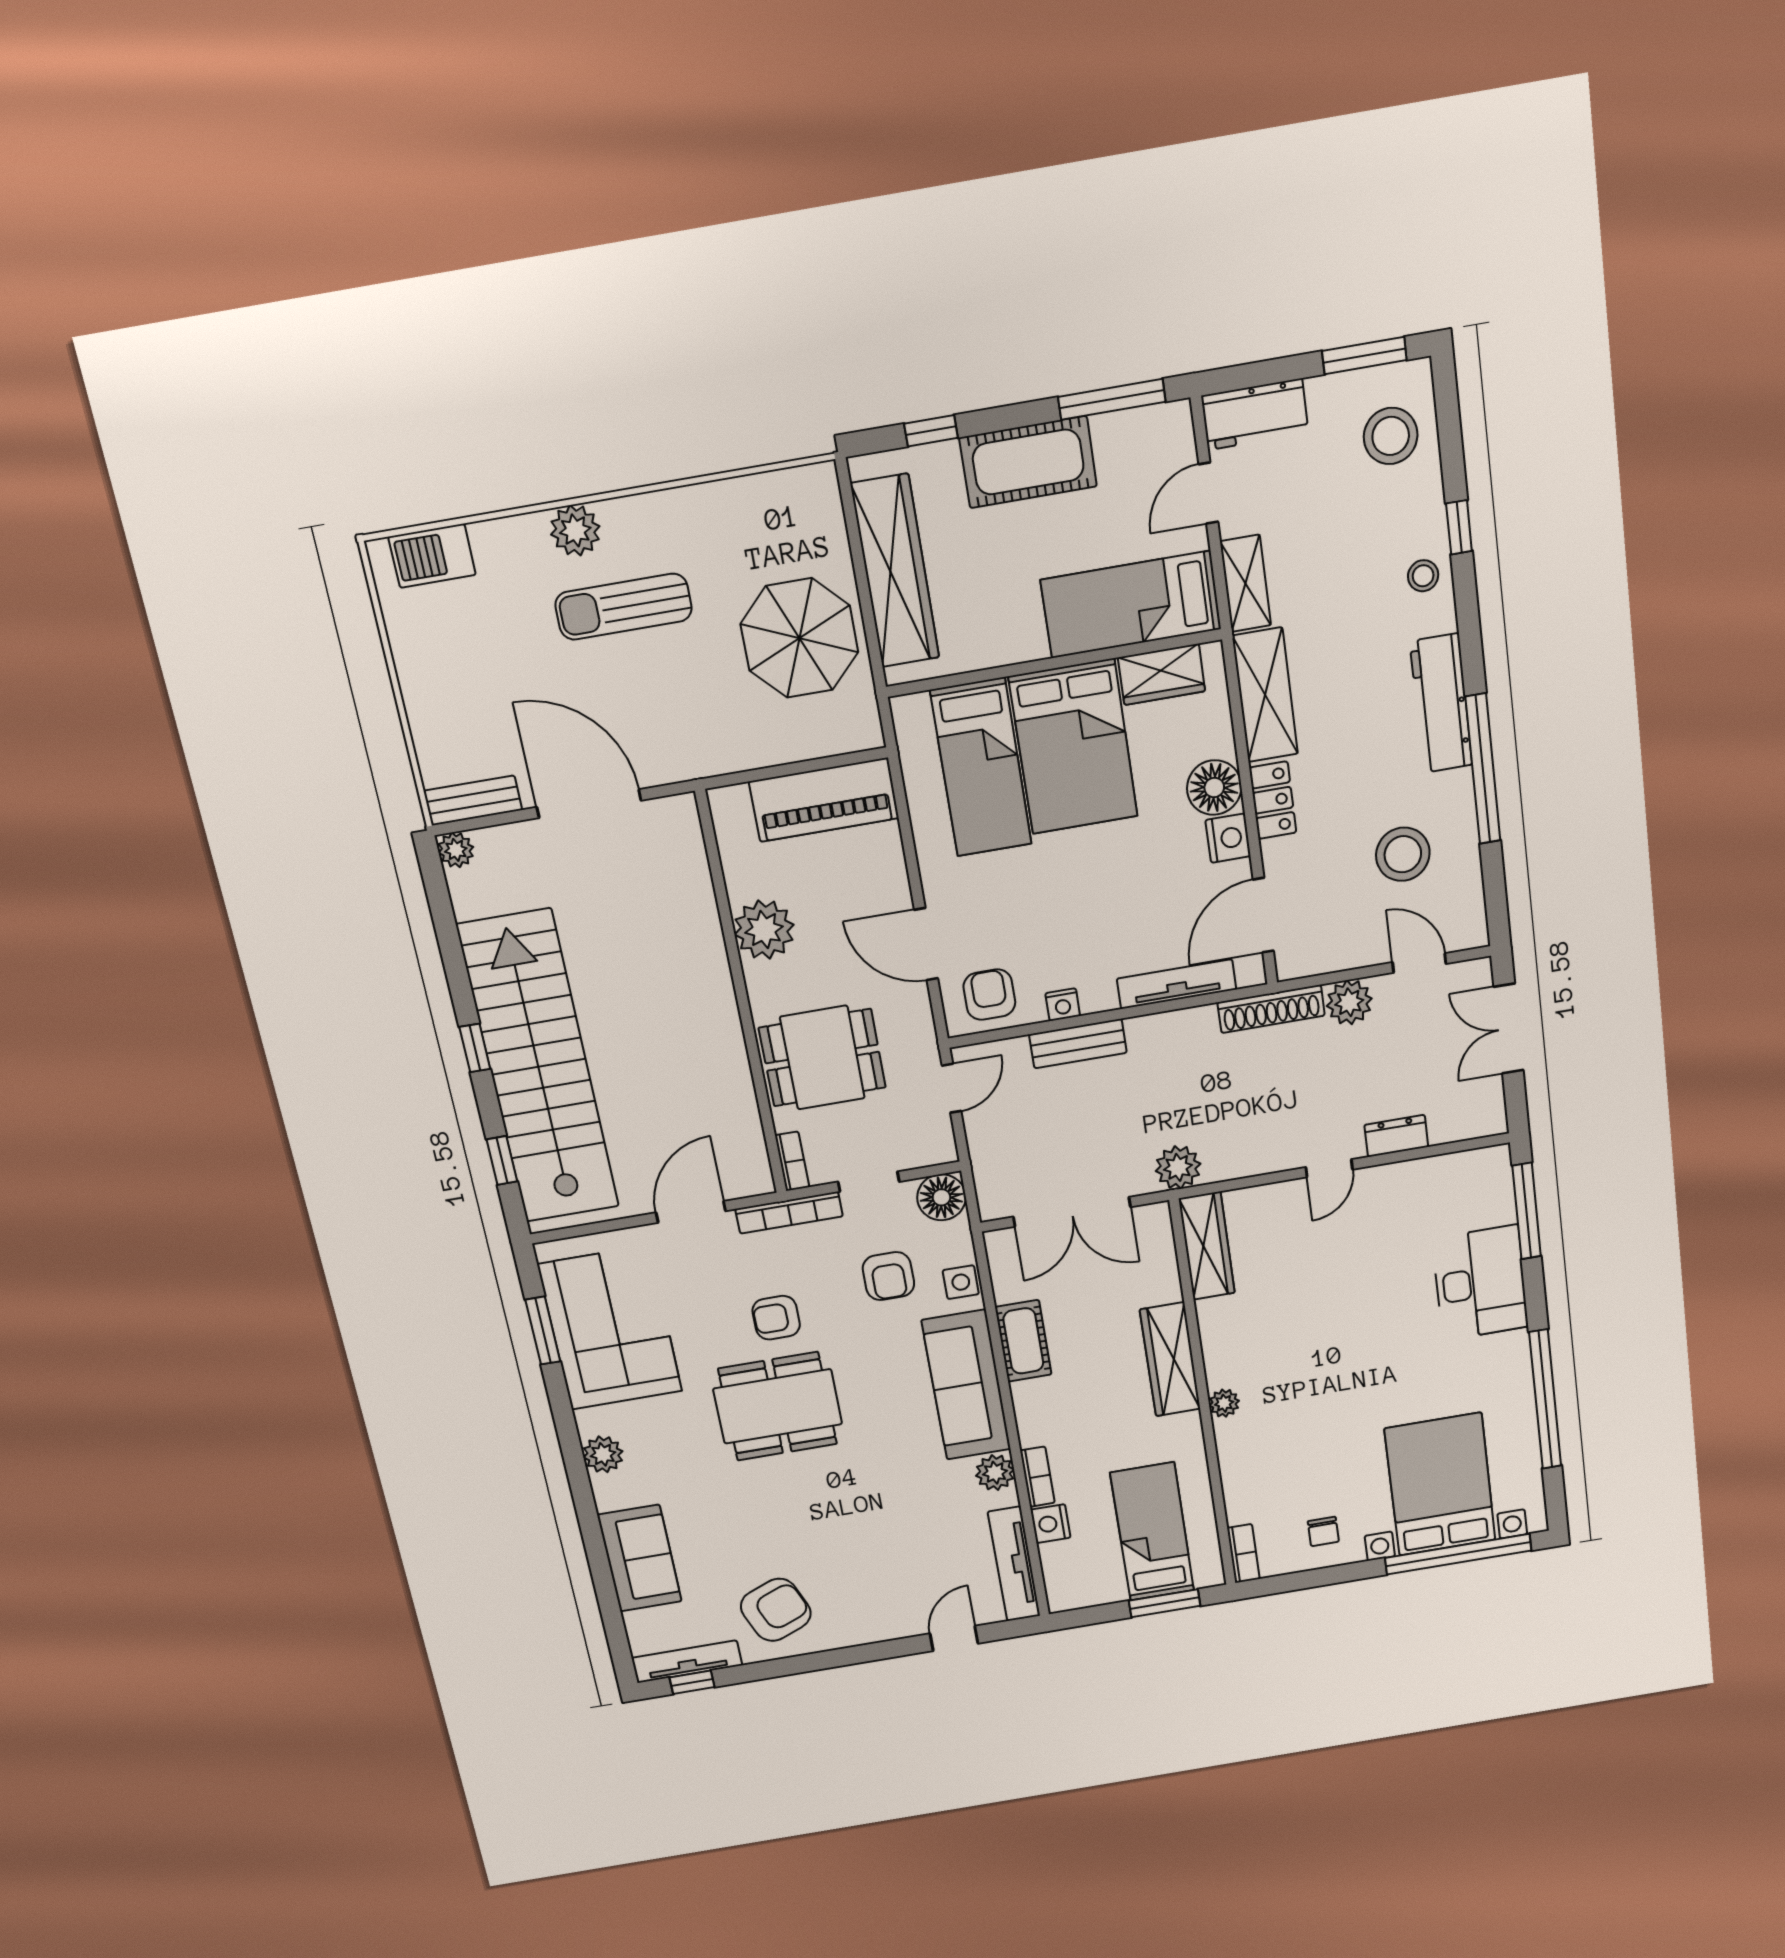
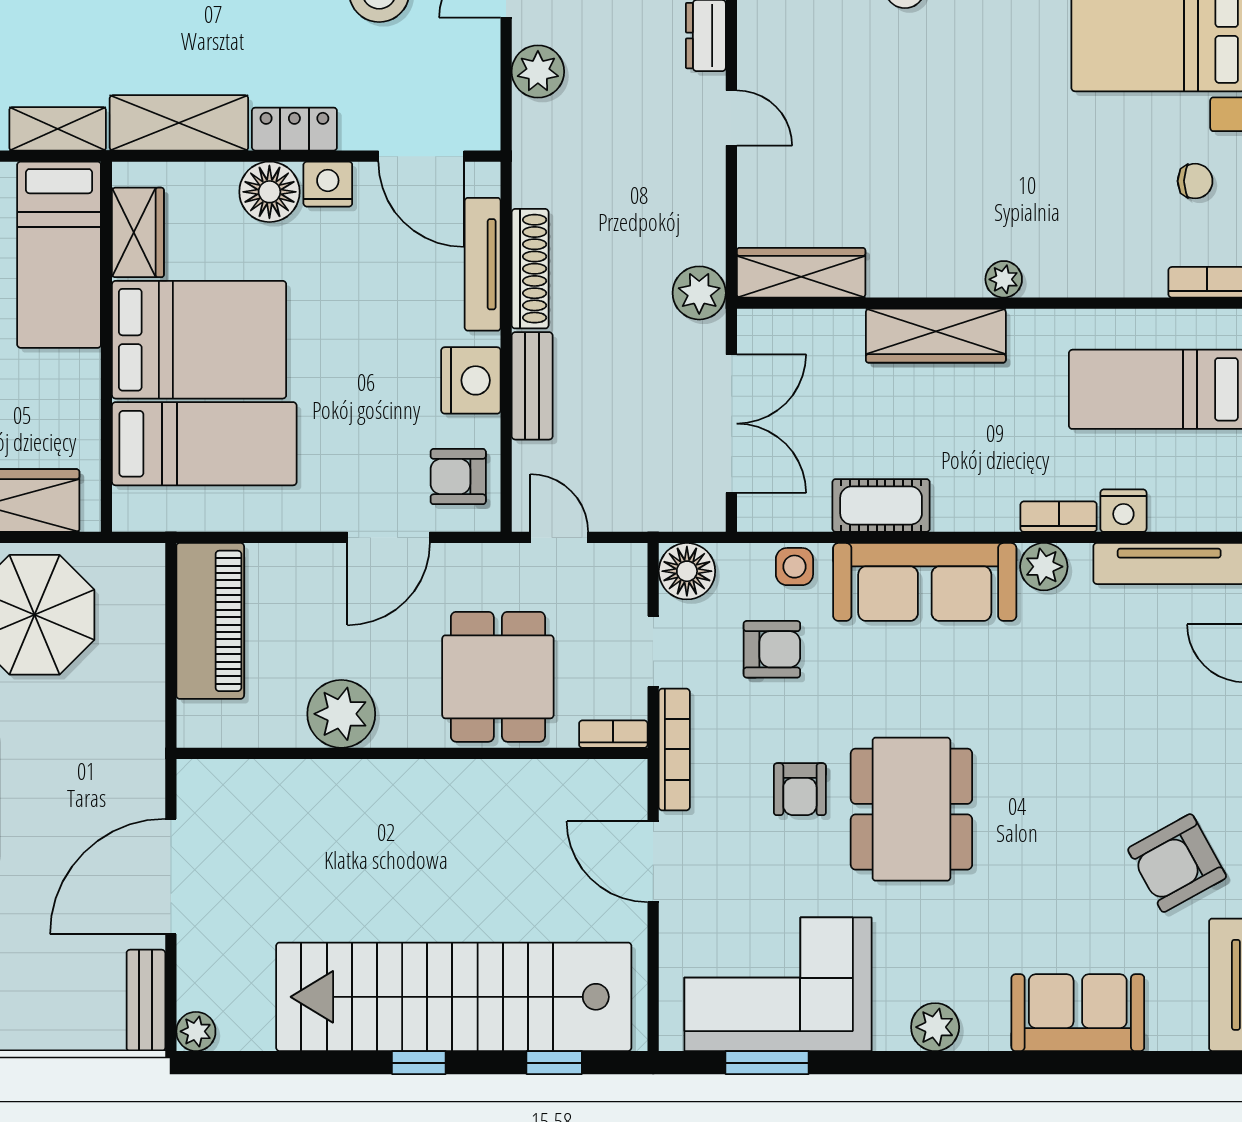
nightstand: (1063, 1005) -> (471, 380), width x1.89, depth x1.79
shoe rack: (1271, 1009) -> (530, 269), moved
armchair: (776, 1610) -> (1177, 863), turned -97

